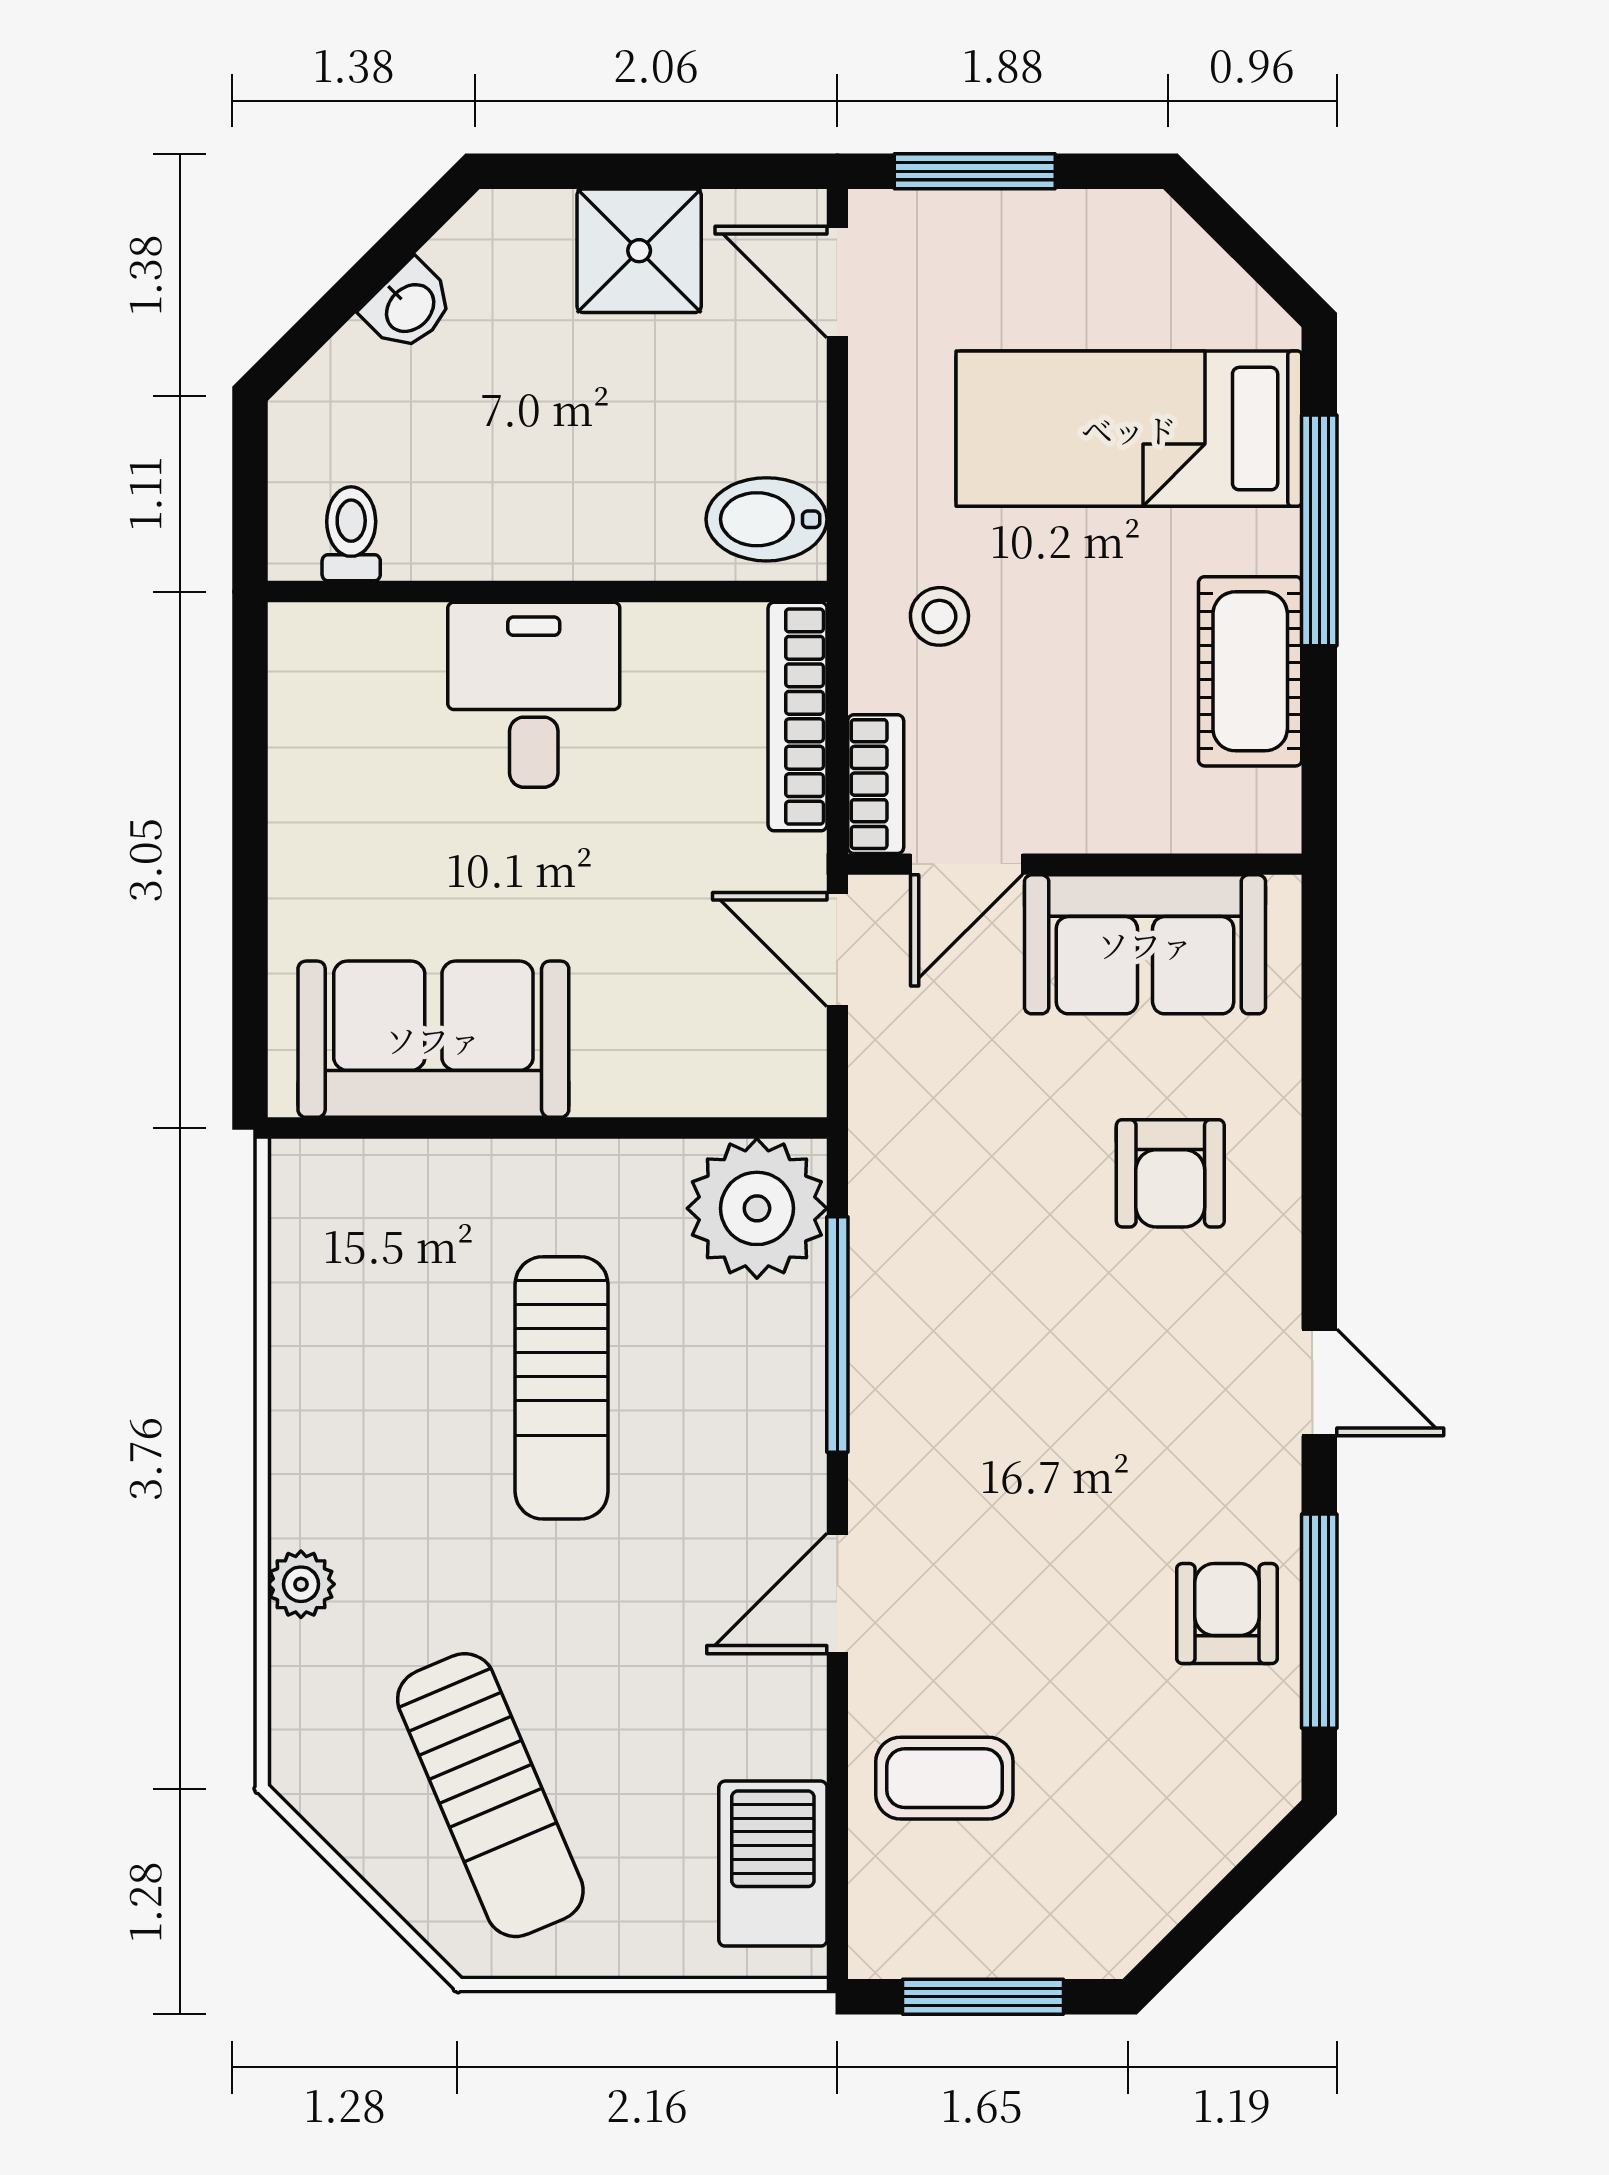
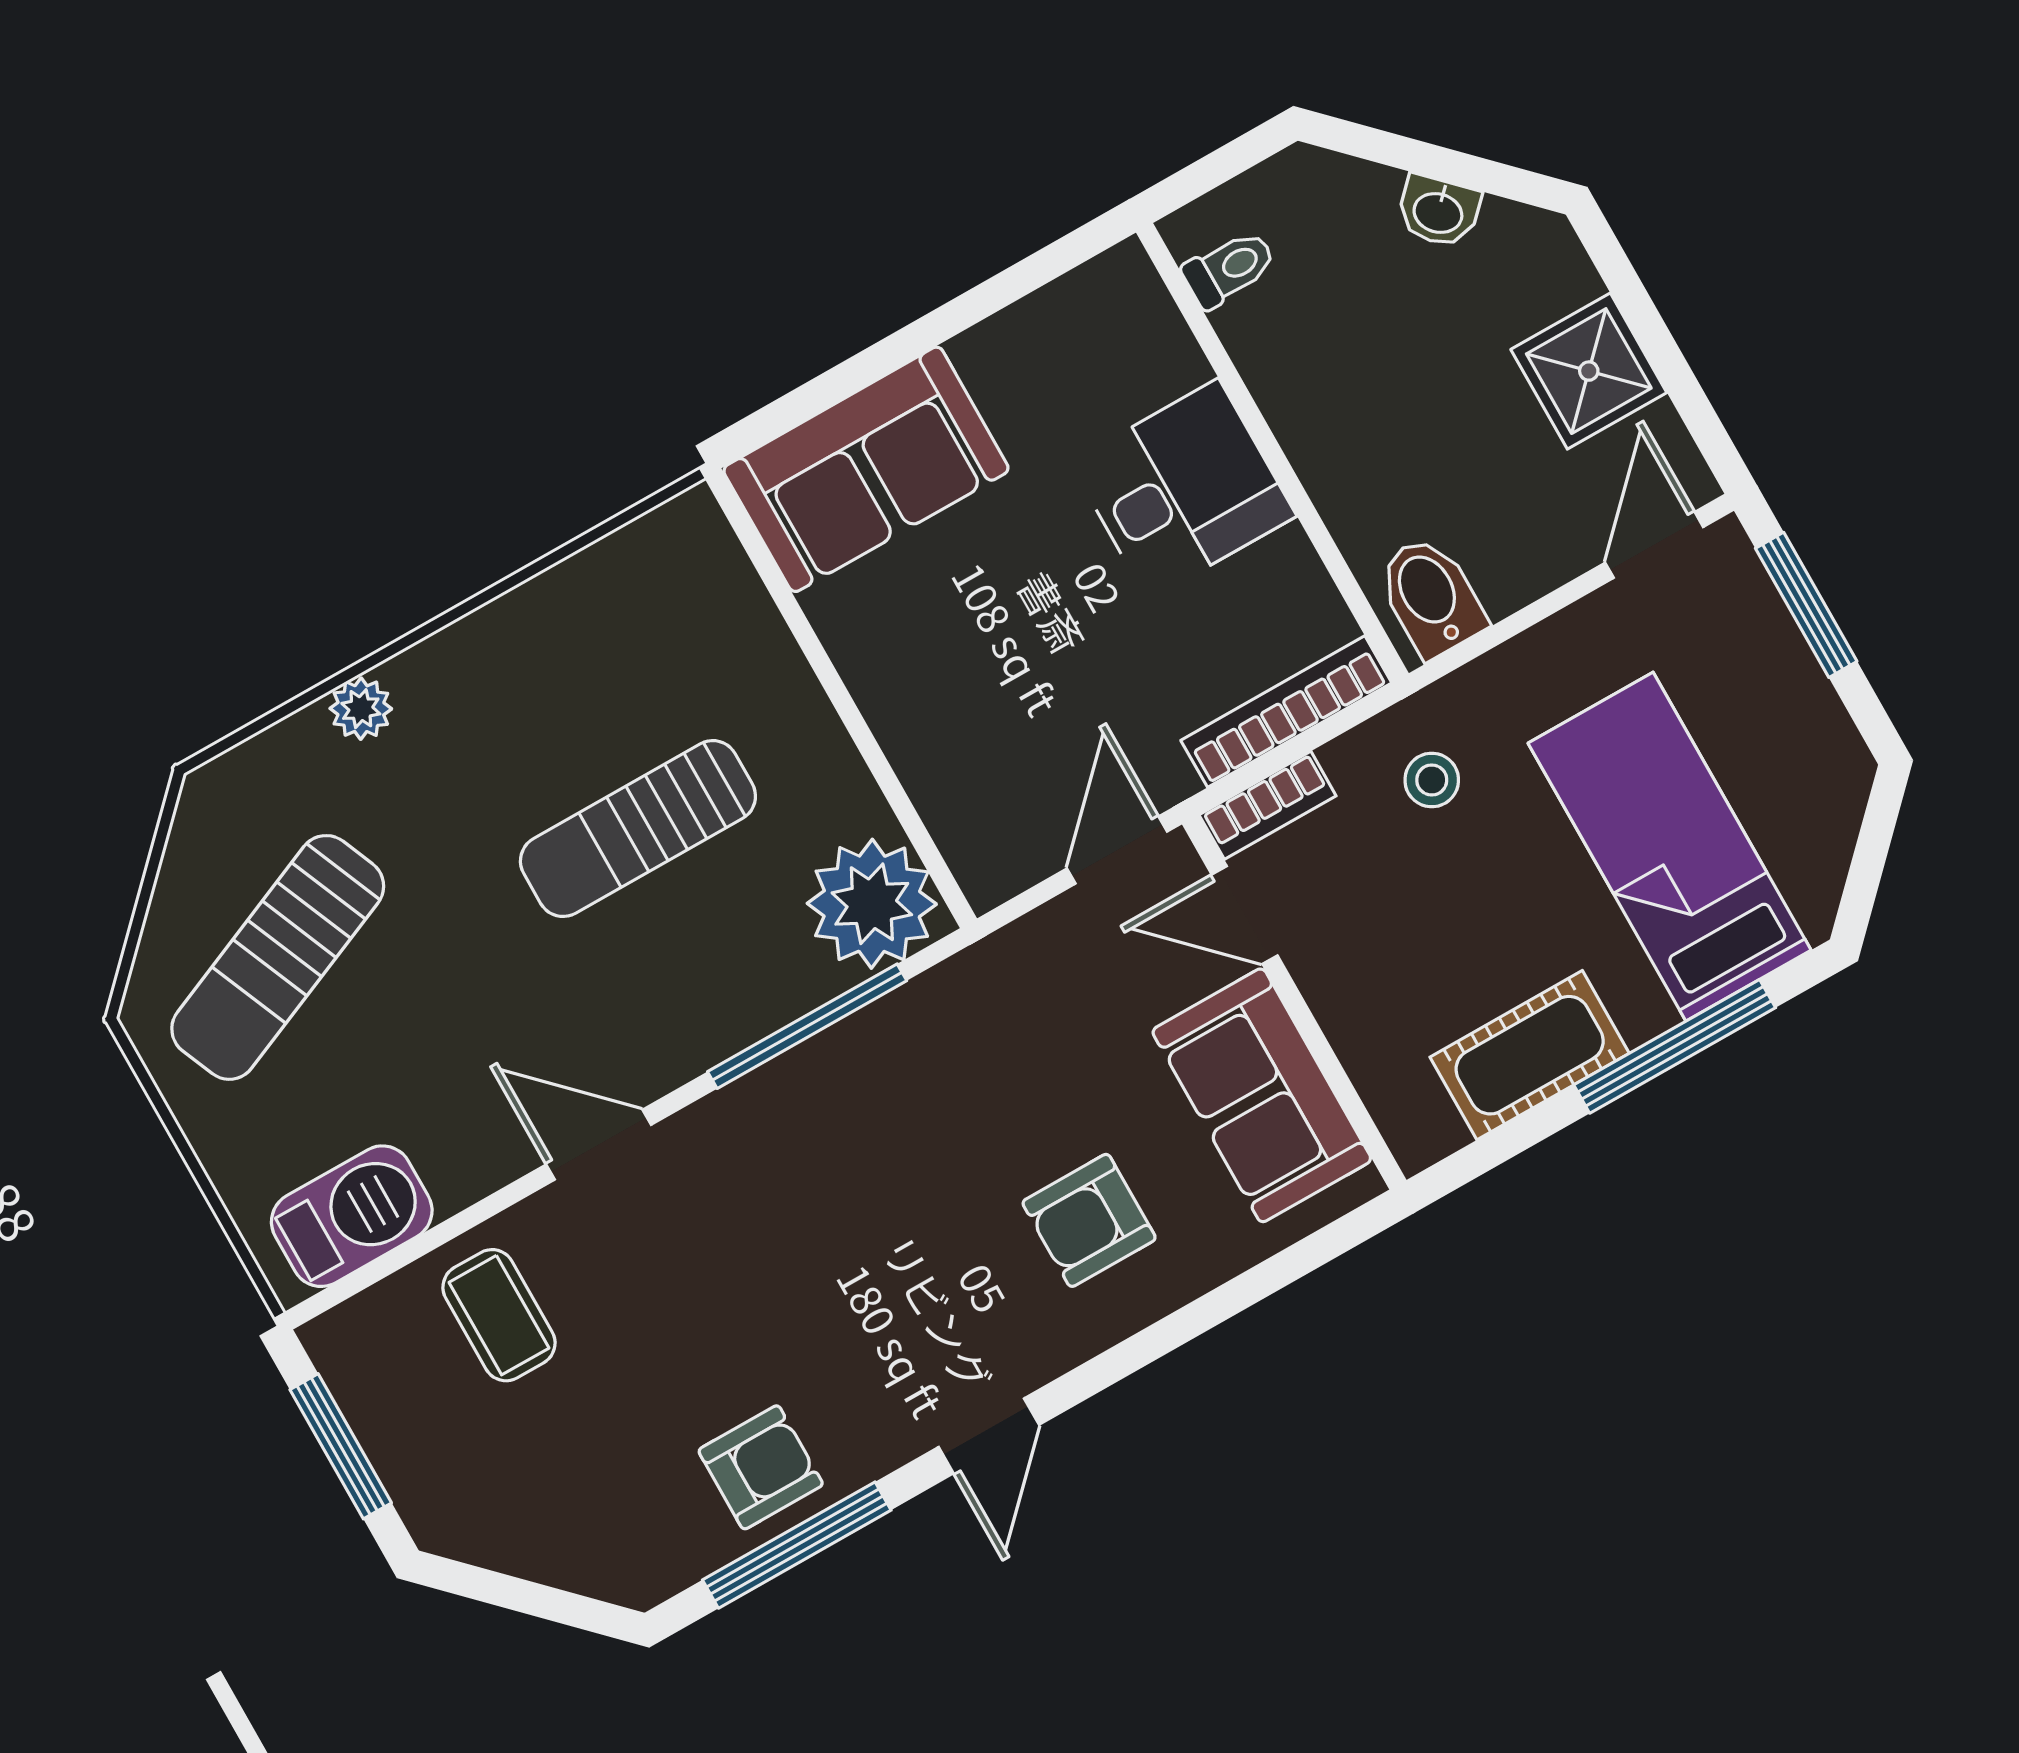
sofa: (433, 1039) -> (866, 469), moved, turned 90

